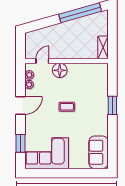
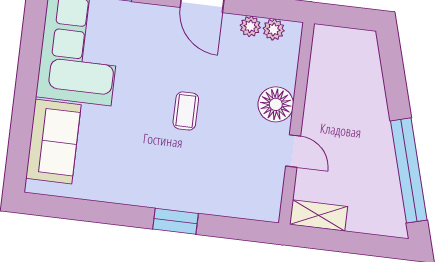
door: (42, 61) -> (293, 151), moved
sofa: (99, 152) -> (53, 141), moved, turned 90

